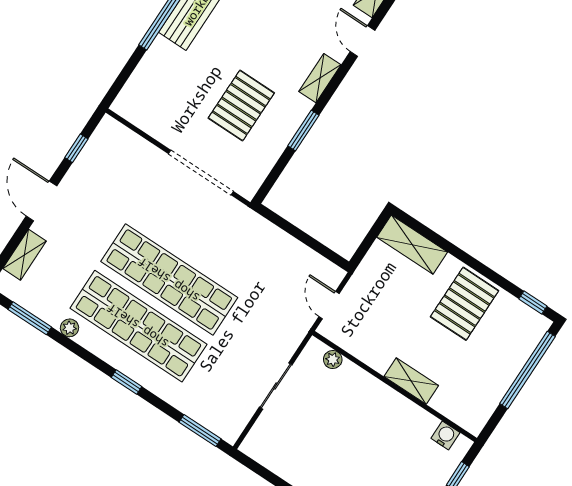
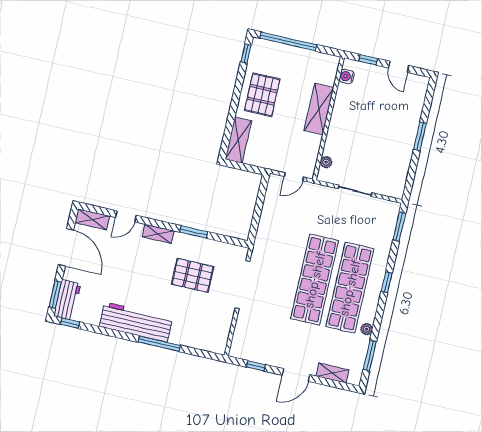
pallet: (465, 304) -> (262, 95), turned 90
shelving: (411, 381) -> (319, 109), width x1.50, depth x1.33

